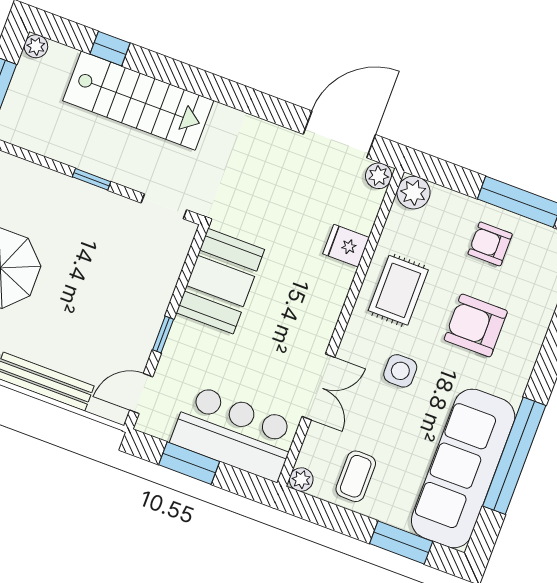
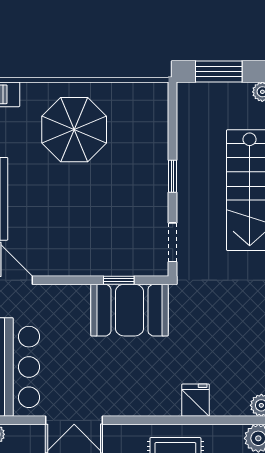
window: (163, 335) -> (119, 280), moved

